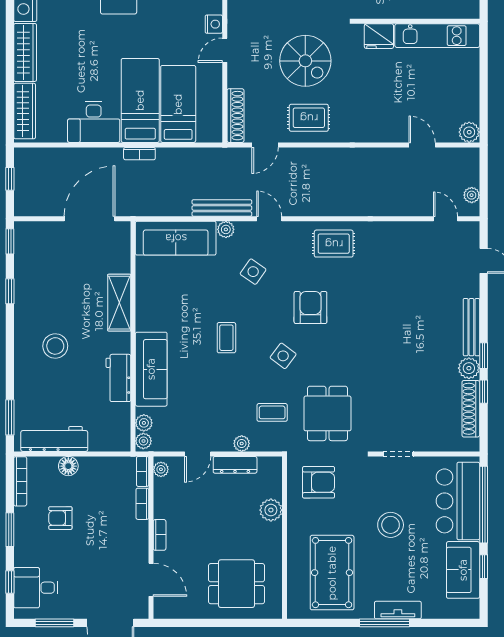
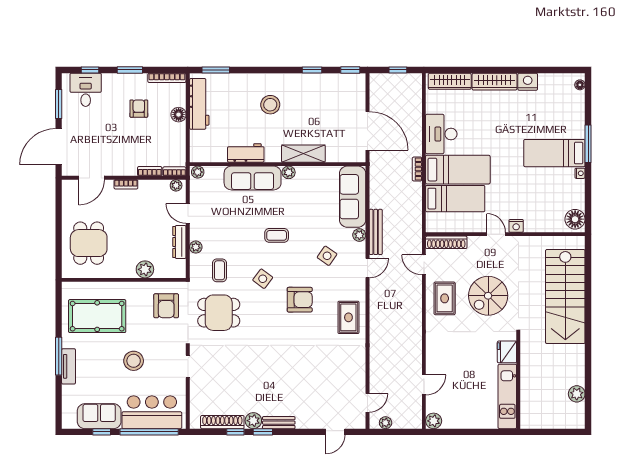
bench: (471, 327) -> (279, 423), width x0.73
plant: (144, 423) -> (289, 172), moved

